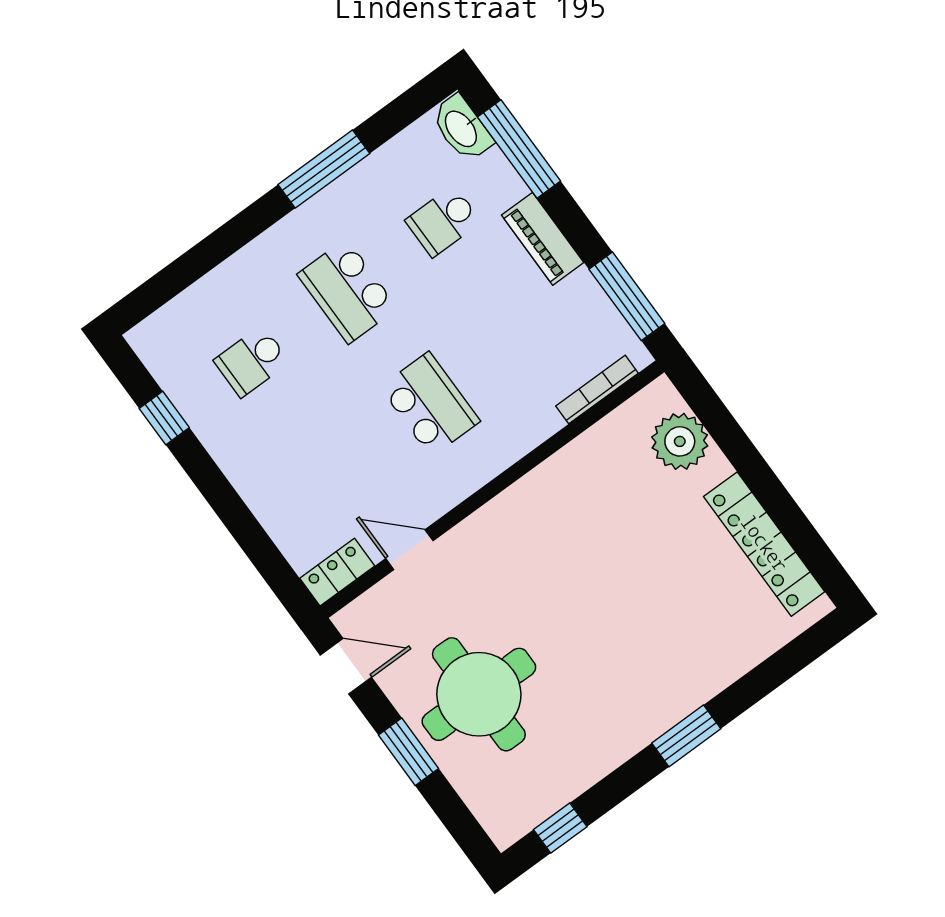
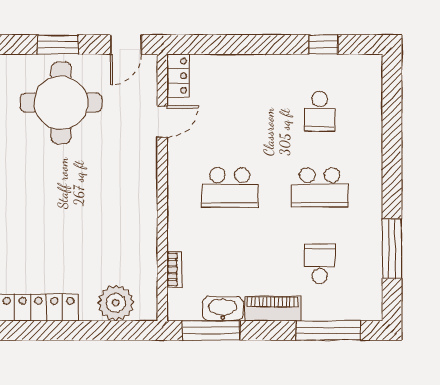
washbasin: (462, 128) -> (223, 309), moved
window: (324, 169) -> (392, 249), moved
school desk: (347, 291) -> (320, 187), turned 180
school desk: (252, 361) -> (320, 111), turned 180
bookcase: (597, 390) -> (174, 270), width x0.64

